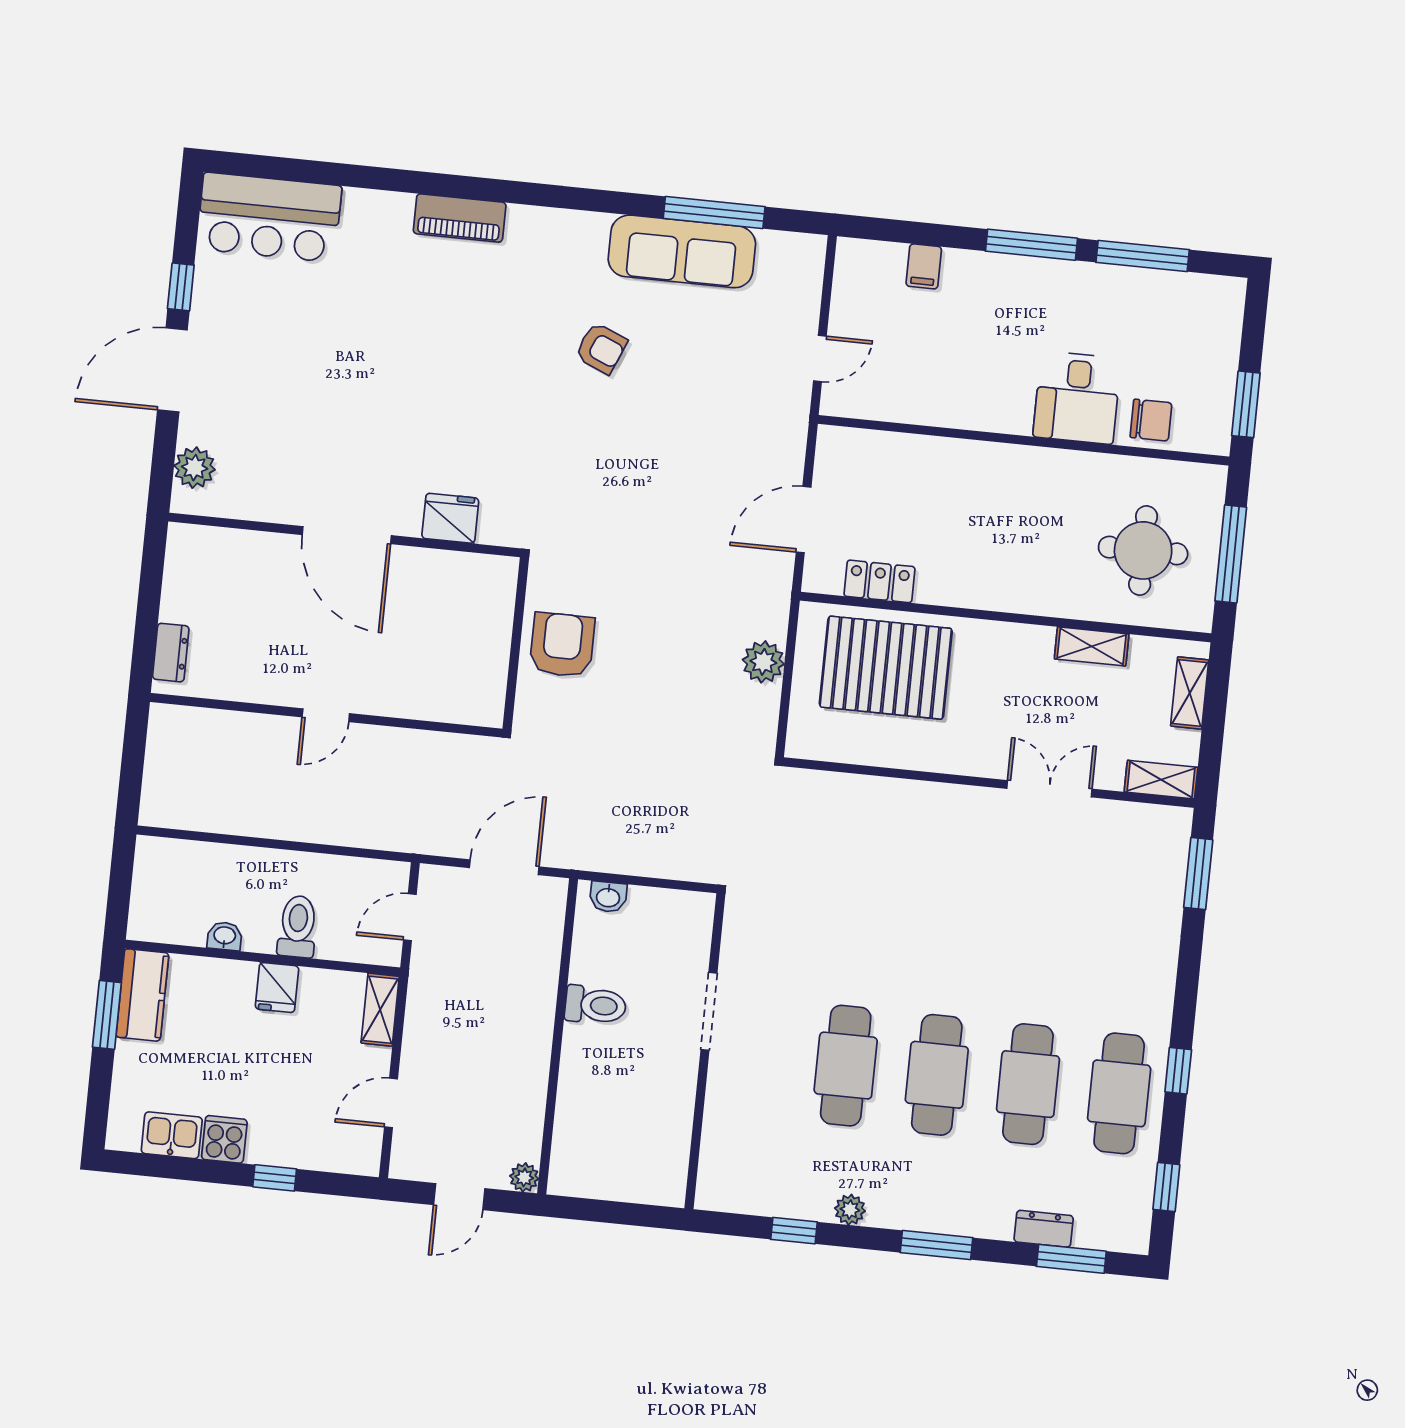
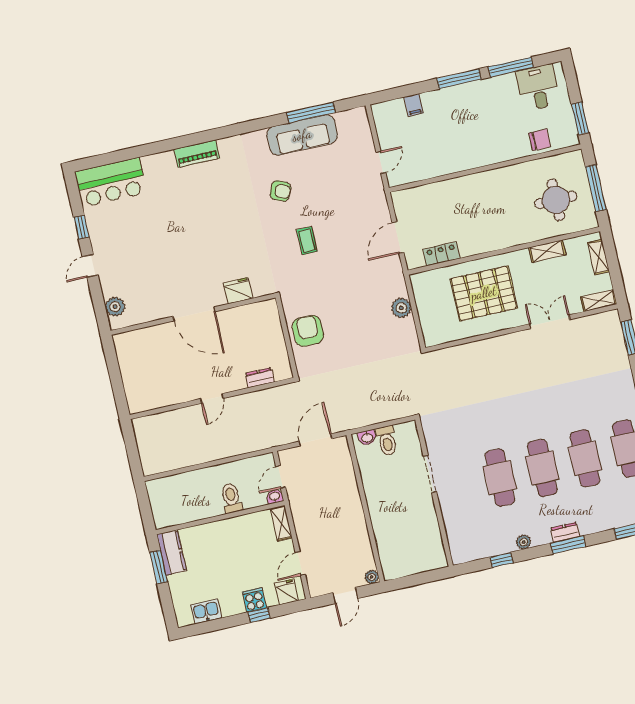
door: (172, 370) -> (90, 266), width x0.53
desk: (1077, 398) -> (538, 88), moved, turned 180
coffee table: (621, 465) -> (307, 241), added
dresser: (171, 653) -> (260, 378), moved, turned -90
pallet: (886, 668) -> (484, 293), moved
washbasin: (225, 936) -> (275, 497), moved
fridge: (277, 988) -> (287, 592), moved, turned 180
toilet: (595, 1005) -> (387, 441), moved, turned 90
cooker: (224, 1139) -> (254, 600), moved
dresser: (1044, 1229) -> (565, 532), moved

